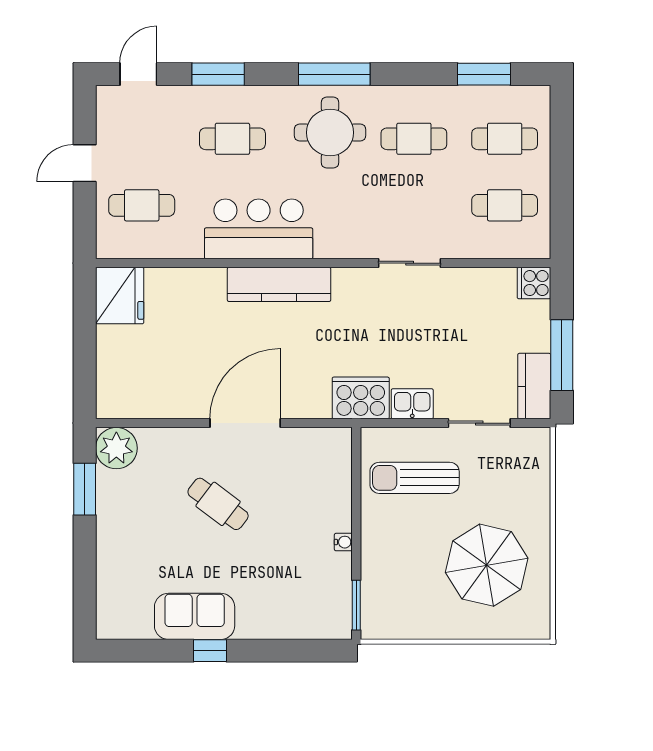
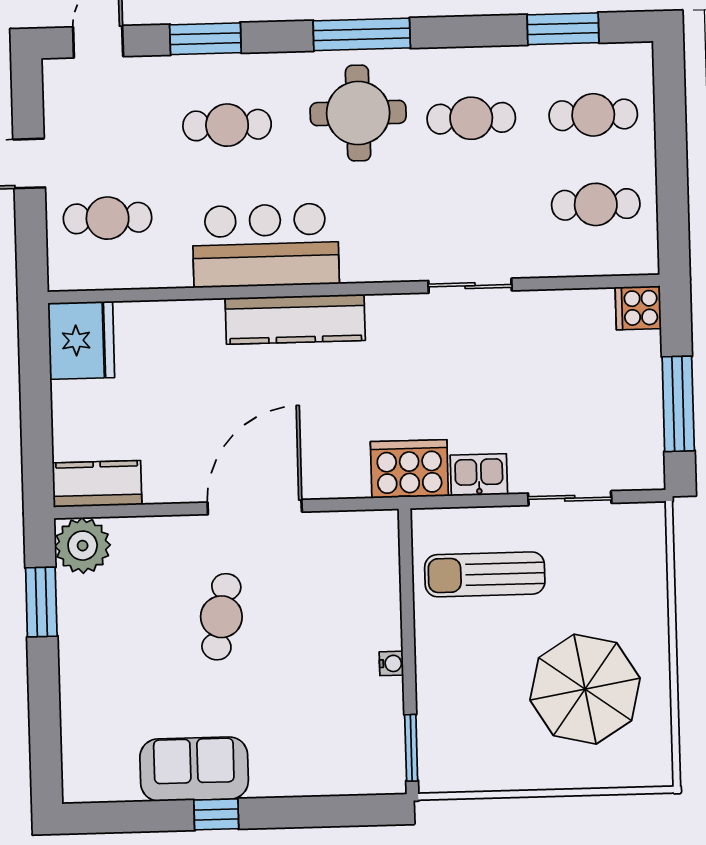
kitchen counter: (534, 386) -> (97, 484), moved, turned 90
cafe table: (218, 504) -> (221, 617), turned 64

